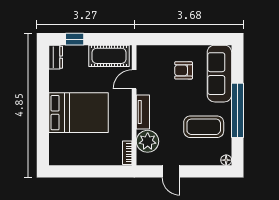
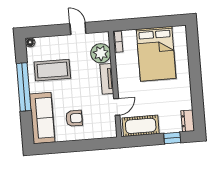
bed: (78, 113) -> (156, 54), moved, turned -90

